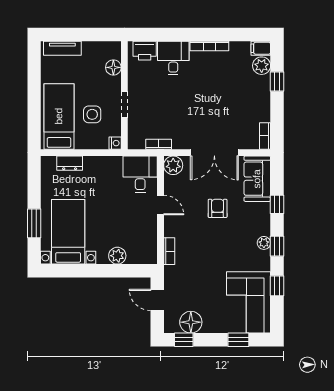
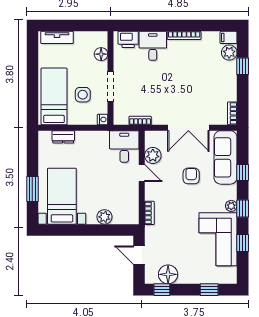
doorway: (124, 105) -> (111, 86), width x1.38
plant: (173, 165) -> (153, 155), moved
sofa: (257, 179) -> (225, 157), width x1.36
corner sofa: (249, 302) -> (218, 239), moved

